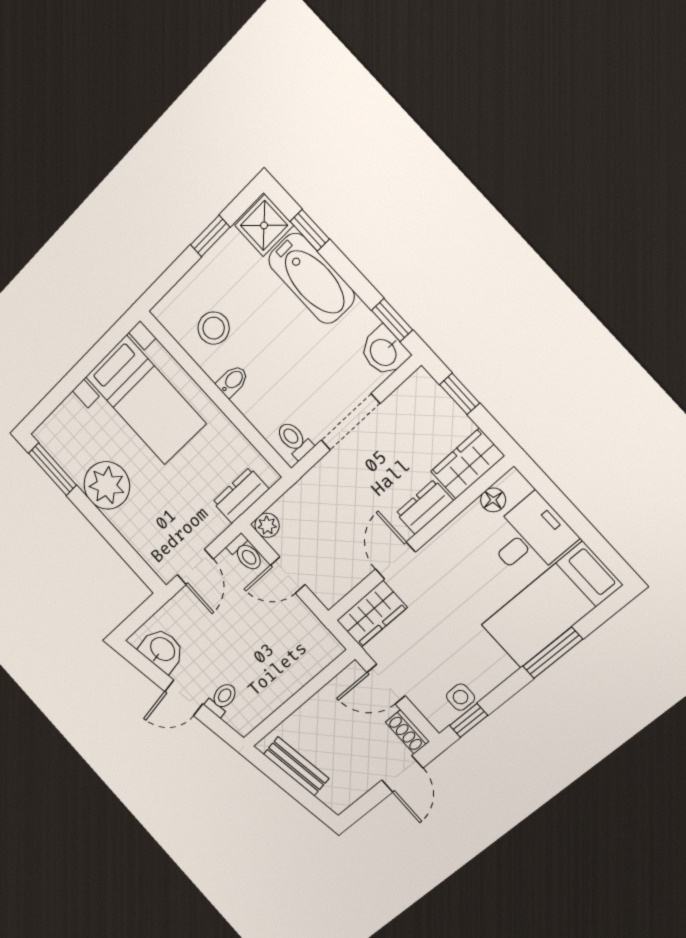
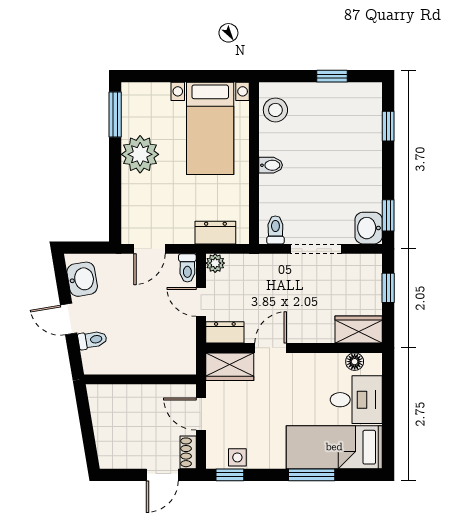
shower: (264, 225) -> (366, 100), removed
bathtub: (311, 278) -> (366, 152), removed
stool: (214, 328) -> (275, 110), moved
dresser: (424, 507) -> (225, 332), moved
bench: (296, 766) -> (101, 418), removed

